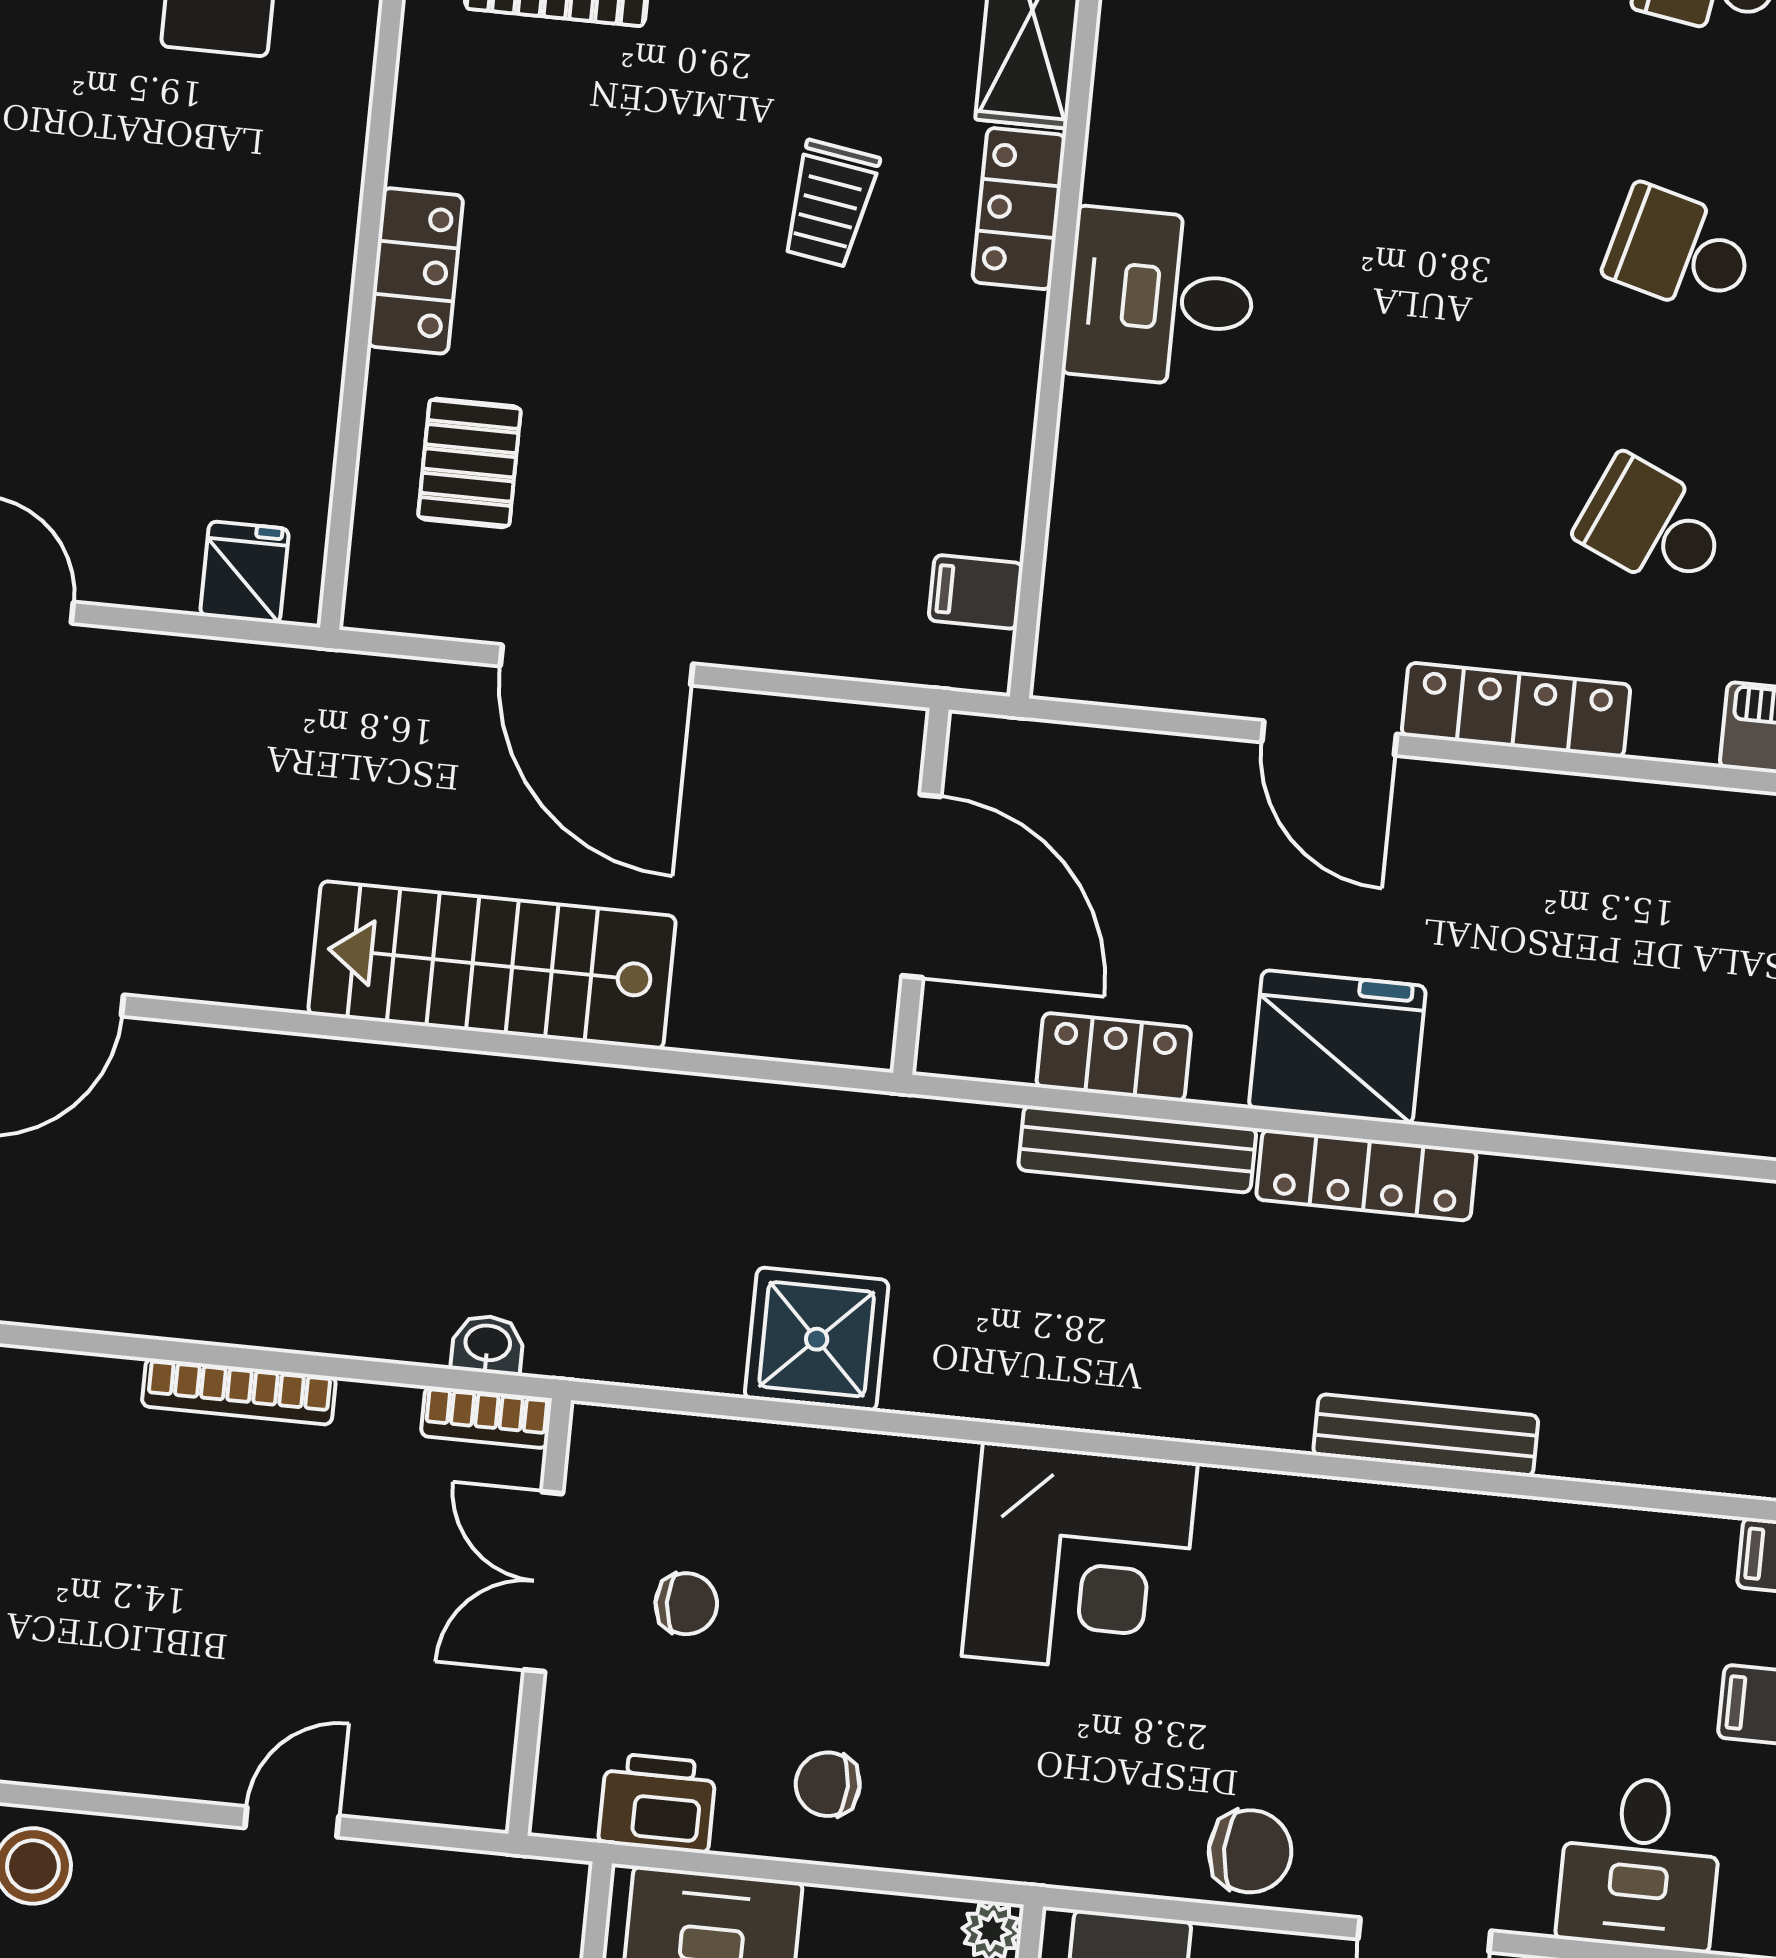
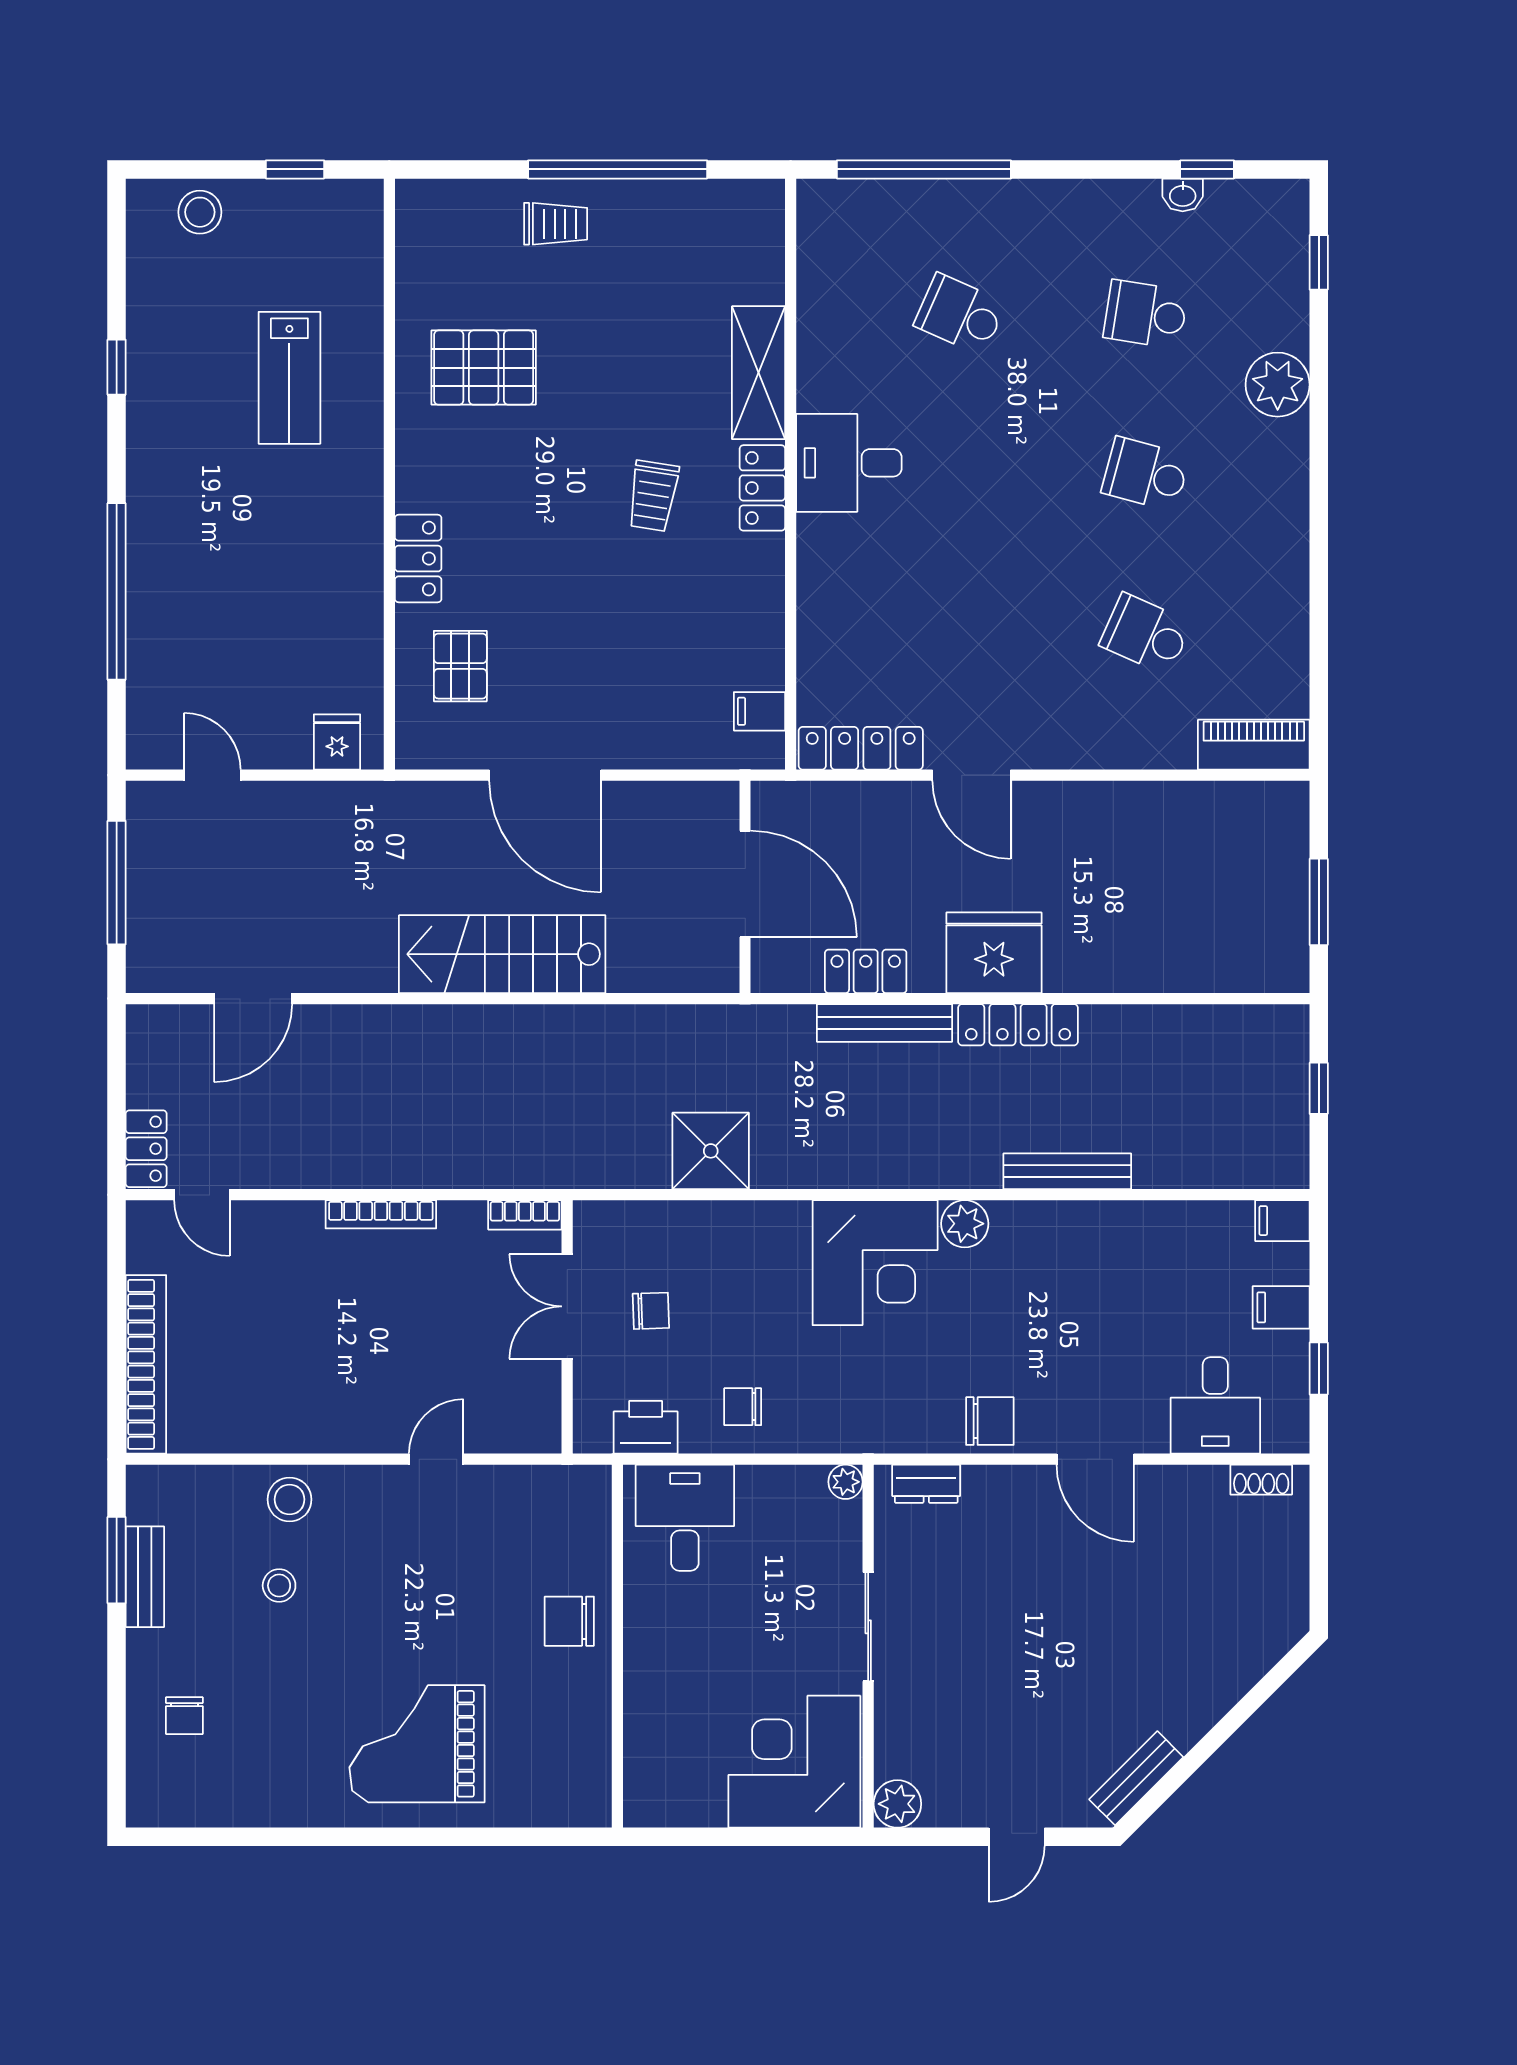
desk: (1160, 298) -> (849, 463), moved
locker: (1516, 710) -> (861, 748), moved
washbasin: (488, 1345) -> (521, 1173), removed
plant: (1241, 1508) -> (965, 1224), added

